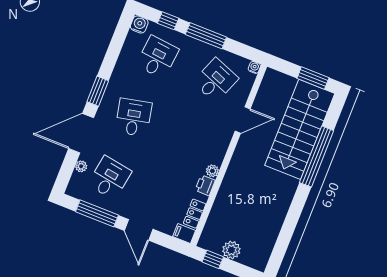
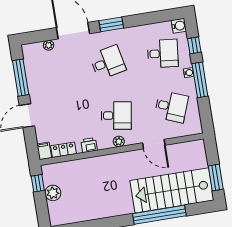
water cooler: (254, 67) -> (189, 73), moved
plant: (212, 171) -> (119, 142), moved
desk: (110, 178) -> (116, 116), moved

